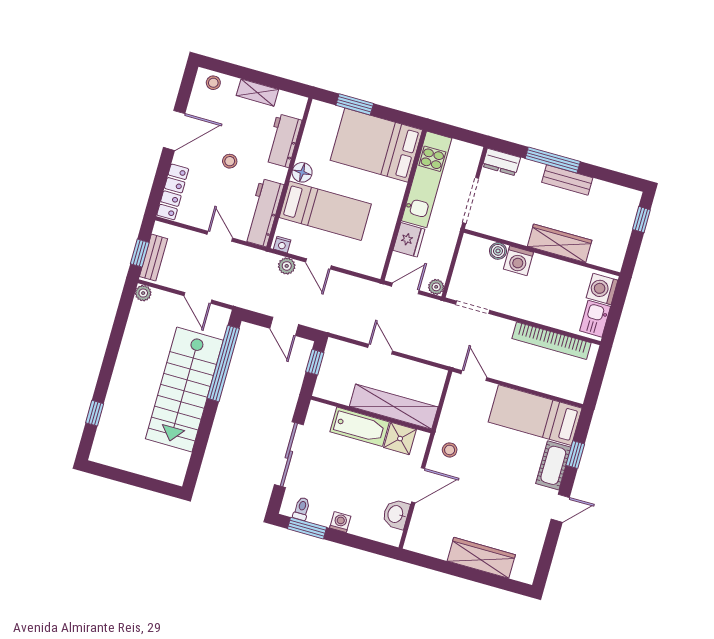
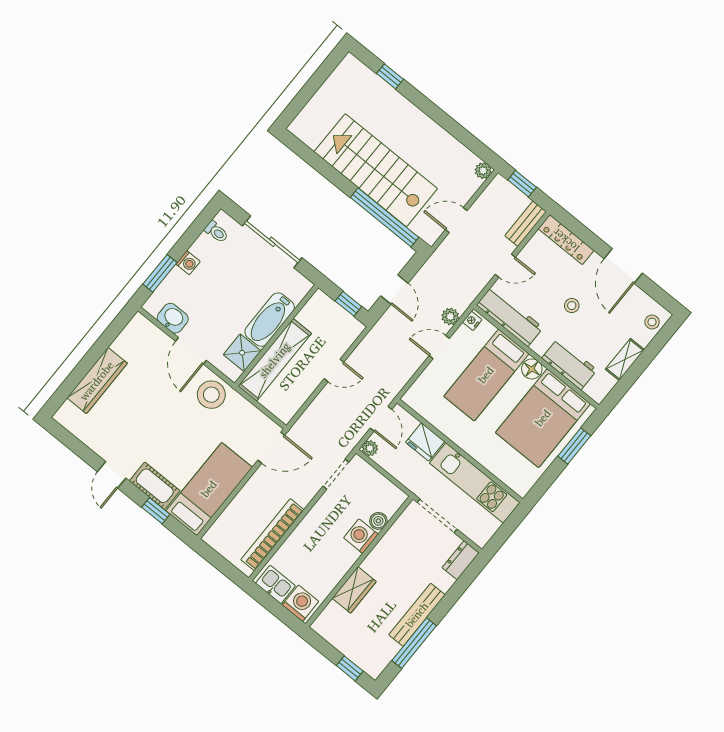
bed: (376, 145) -> (543, 418), moved, turned 180
window: (553, 160) -> (414, 643), moved
bench: (567, 180) -> (417, 615), width x1.36
wardrobe: (560, 243) -> (354, 590), width x0.67
bench: (154, 258) -> (526, 224), moved, turned 90
door: (284, 326) -> (394, 290), swing flipped
door: (474, 376) -> (271, 448), width x1.38
stool: (450, 450) -> (211, 395), width x1.89, depth x1.89
window: (307, 528) -> (160, 273), moved

